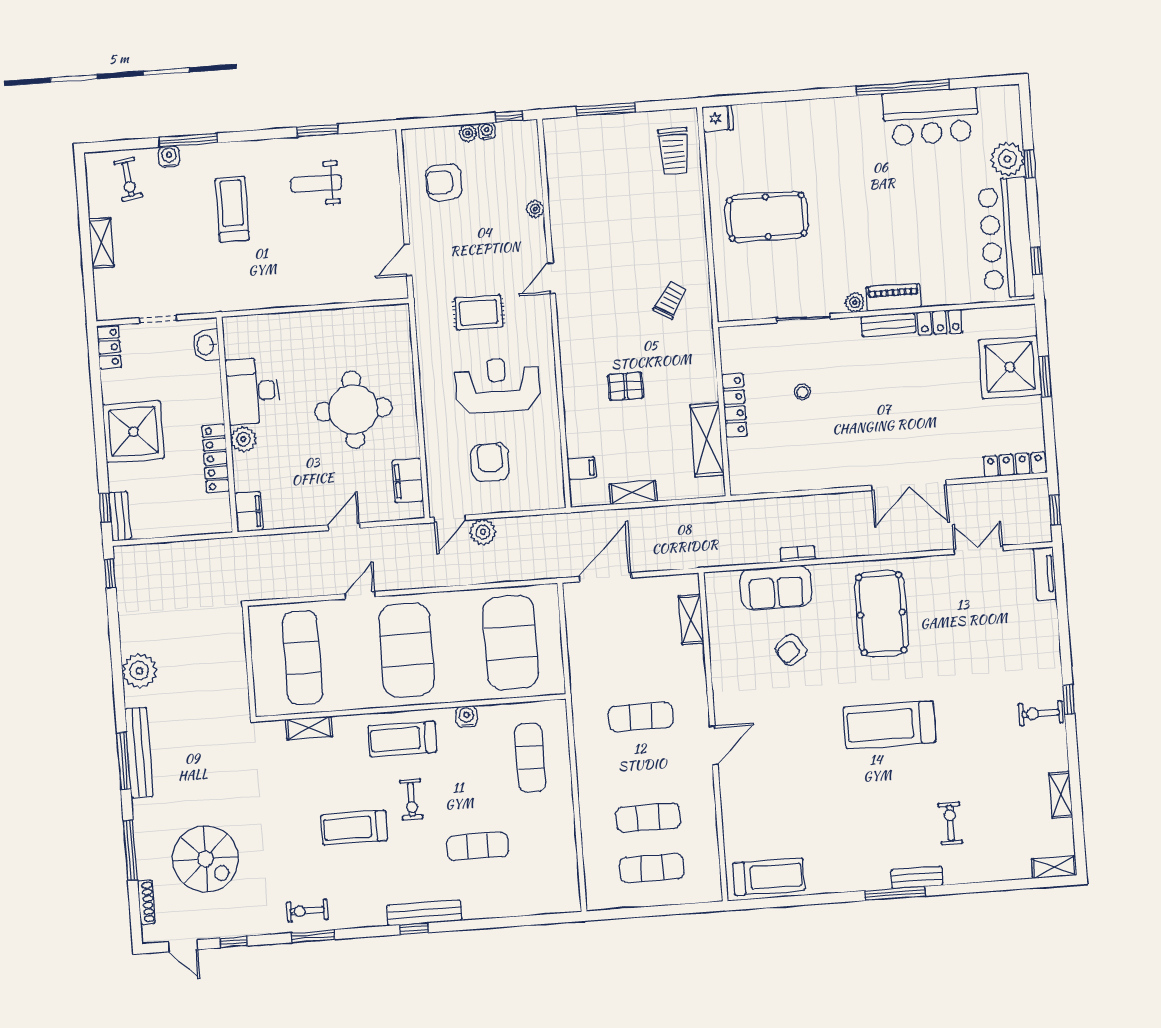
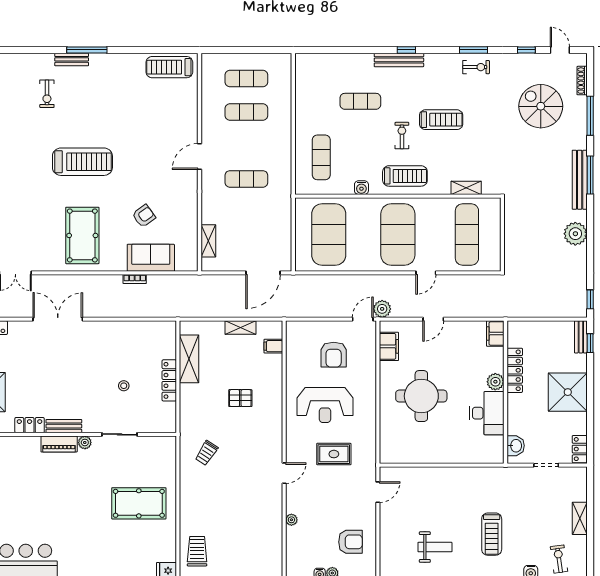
plant: (483, 532) -> (382, 309), moved

